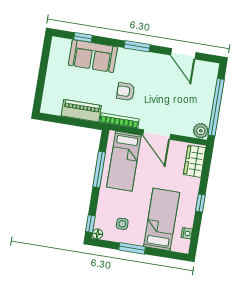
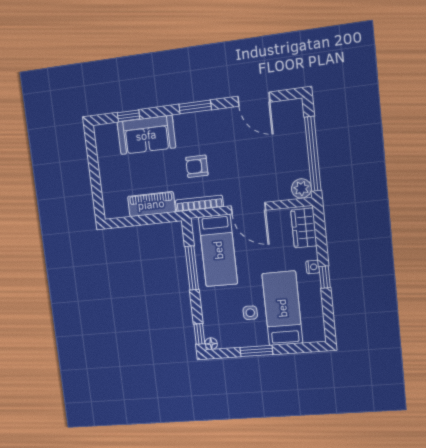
side table: (122, 224) -> (250, 313), moved
nightstand: (187, 233) -> (313, 267), moved

